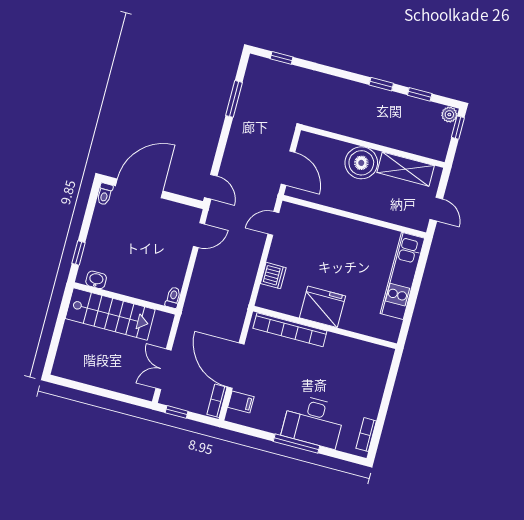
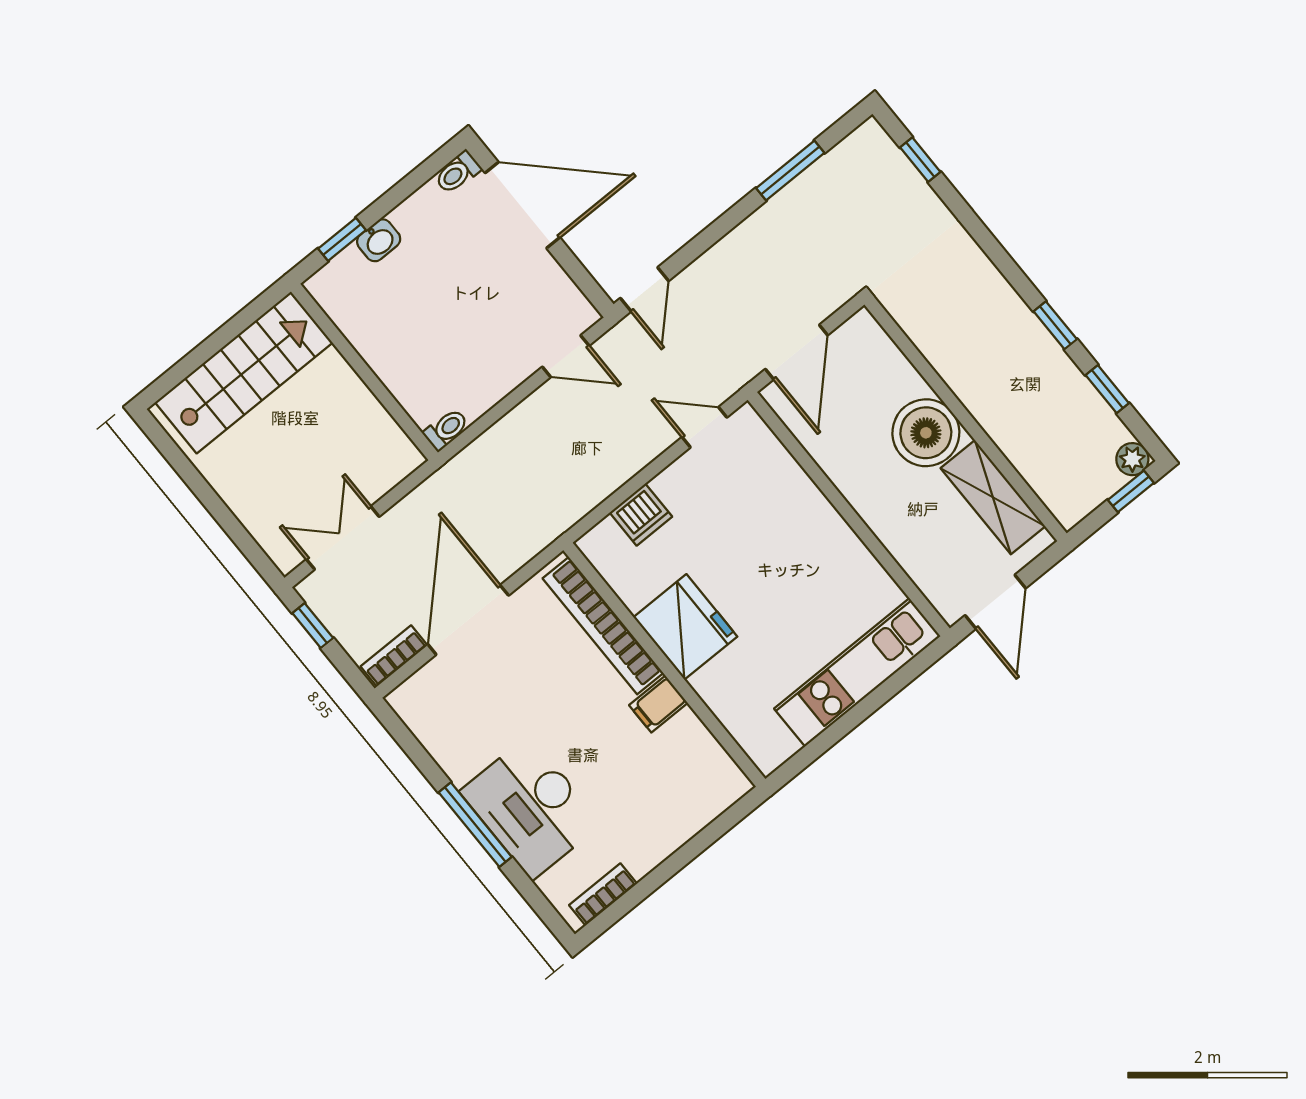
door: (436, 209) -> (995, 602), width x1.38
washbasin: (96, 280) -> (379, 240), moved, turned 90
stairs: (110, 314) -> (244, 372), moved, turned -90
filing cabinet: (241, 402) -> (658, 704), moved, turned 90

